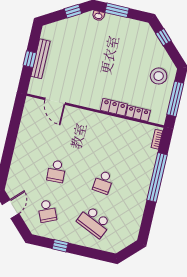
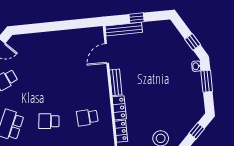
bench: (40, 59) -> (124, 29), moved
bench: (87, 102) -> (116, 82), added
school desk: (56, 171) -> (87, 117), moved

